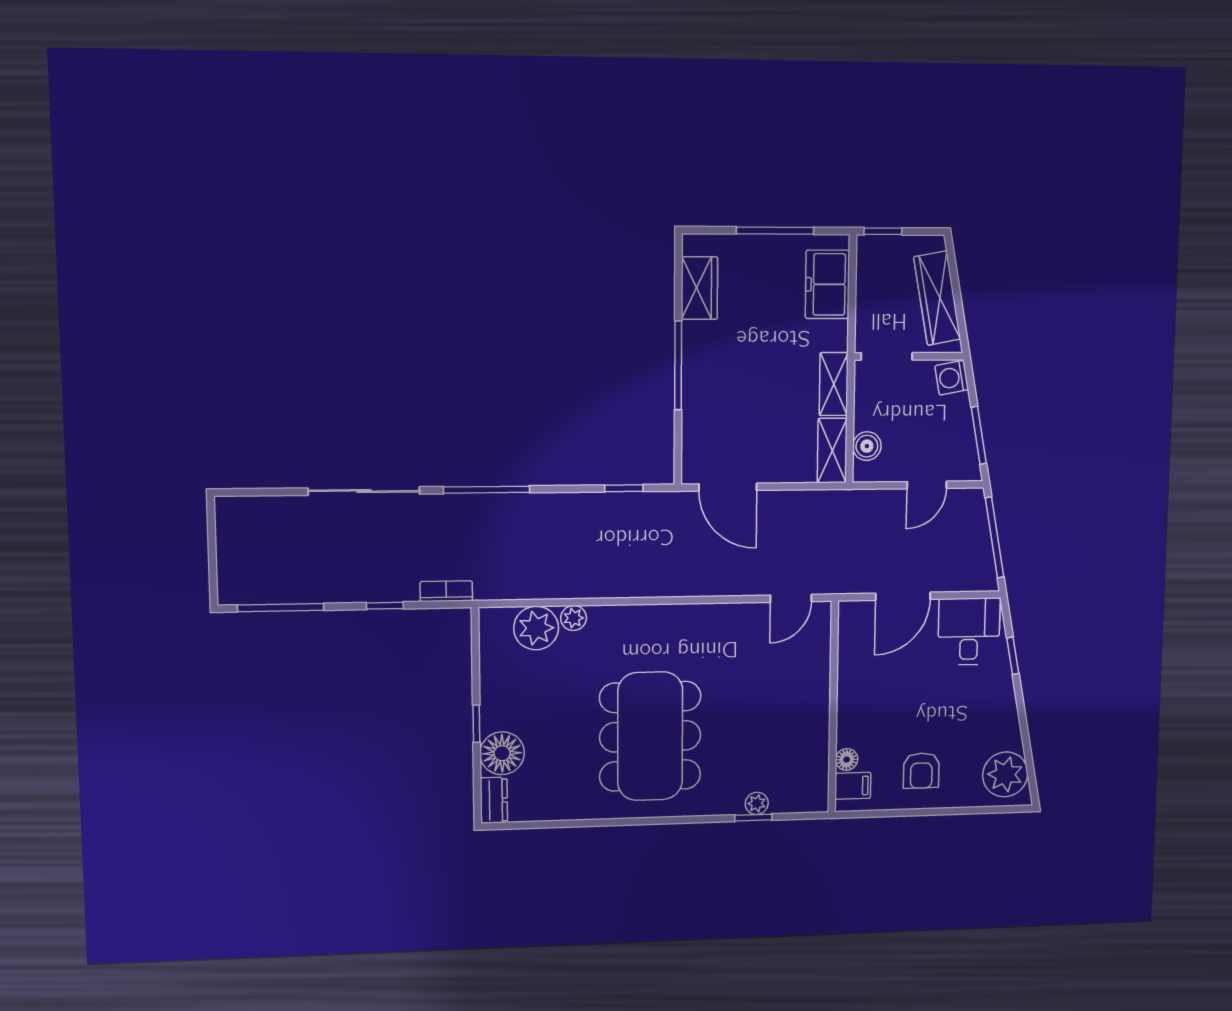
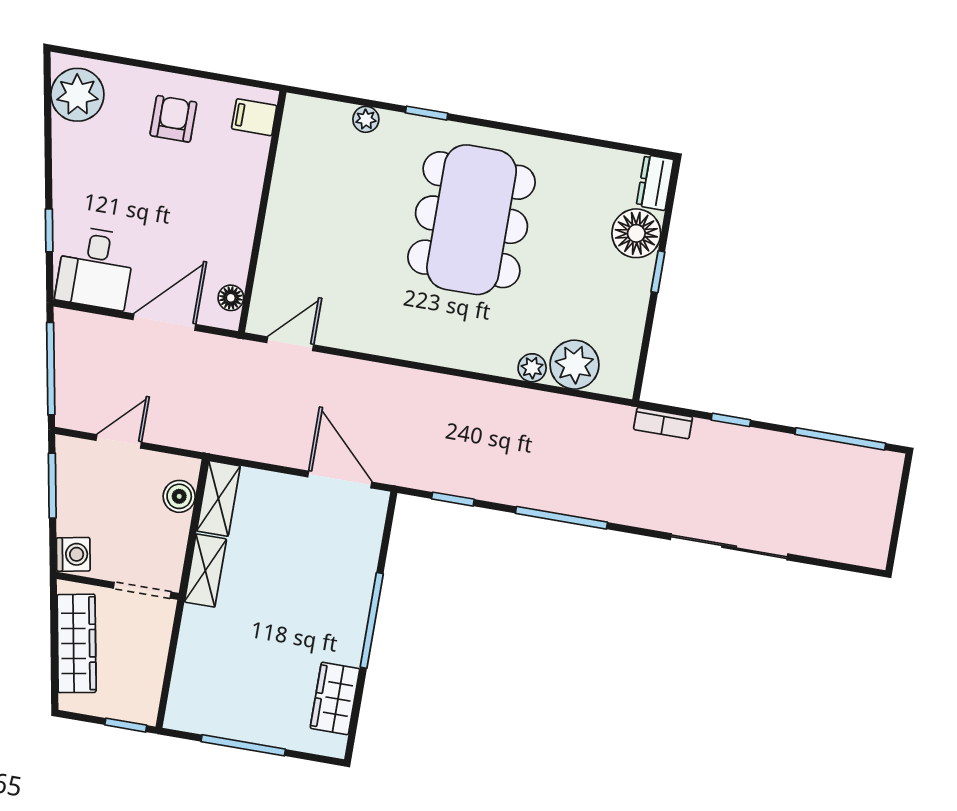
freezer: (828, 284) -> (195, 679), removed
window: (487, 490) -> (561, 518), moved
floor lamp: (847, 759) -> (231, 298), moved
window: (753, 818) -> (427, 113), moved

